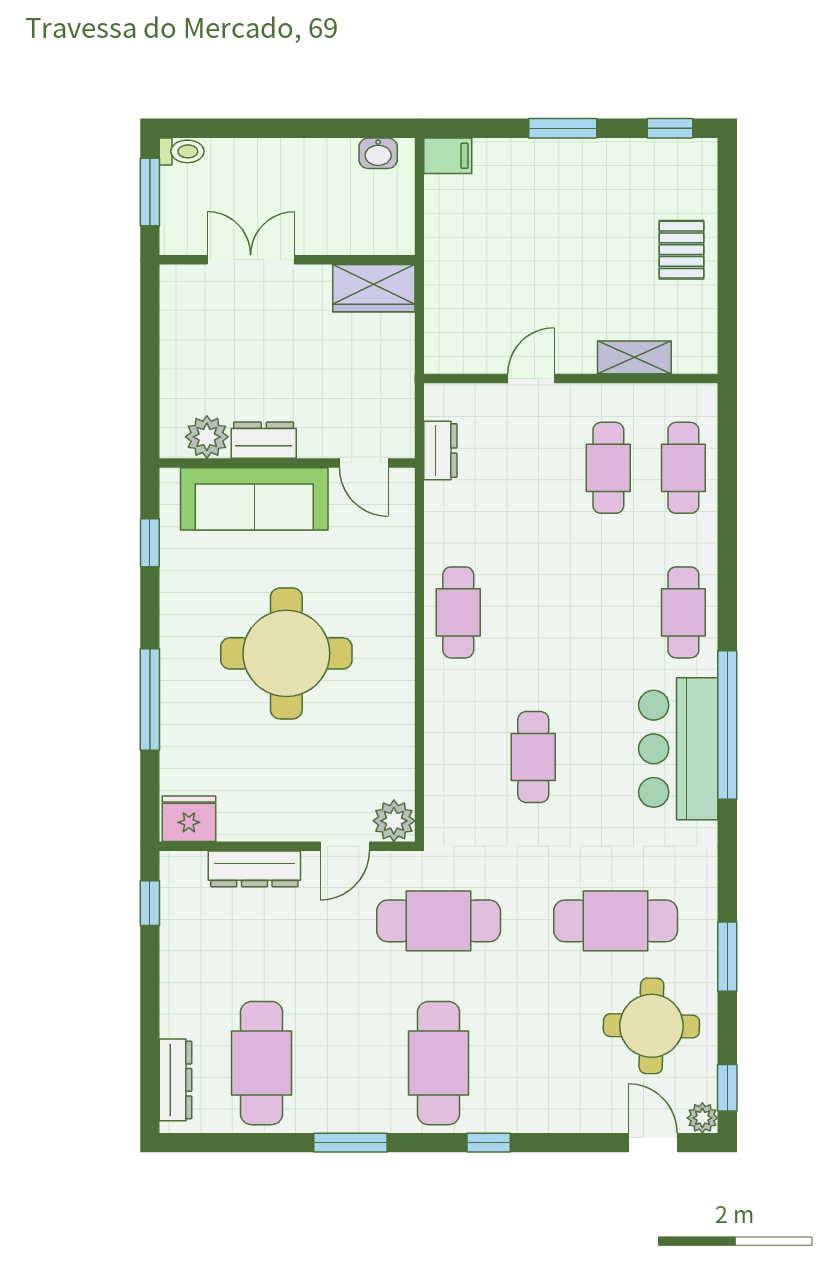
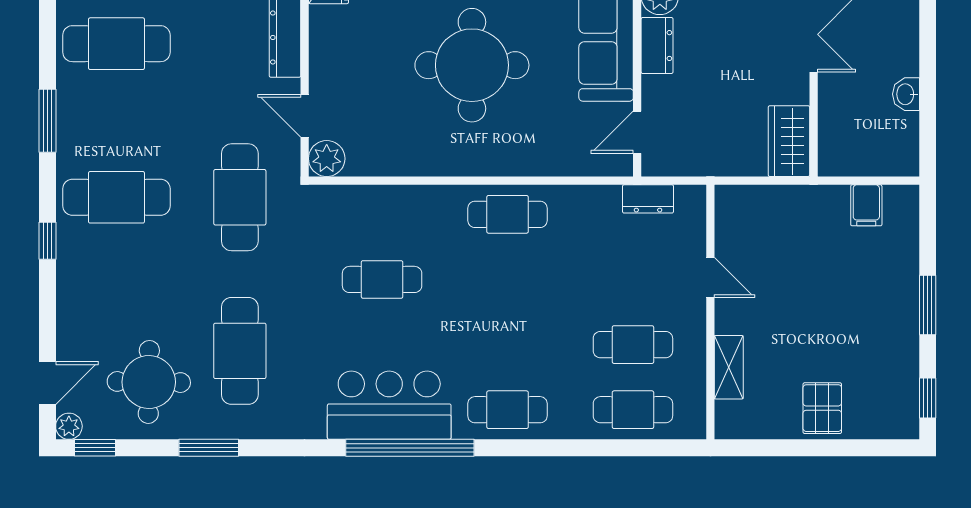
washbasin: (378, 153) -> (906, 94), moved
filing cabinet: (448, 156) -> (866, 205), moved
pallet: (682, 250) -> (822, 408), turned 90

